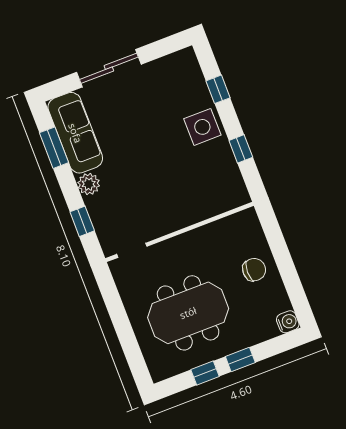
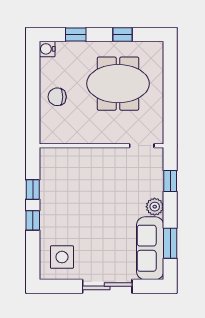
window: (218, 89) -> (33, 220), moved
side table: (202, 127) -> (62, 257), moved
window: (240, 360) -> (76, 35), moved

